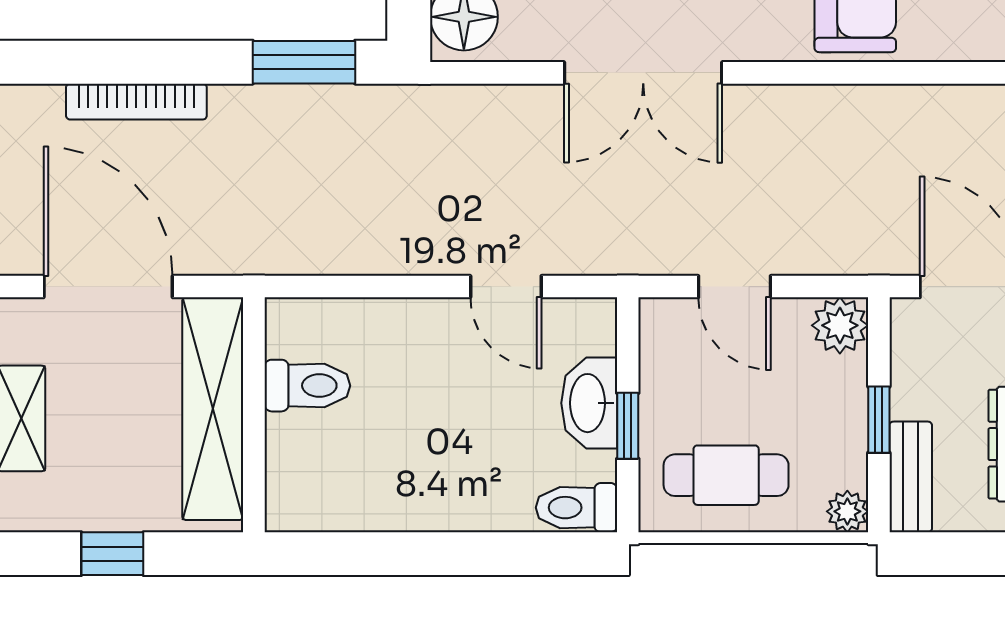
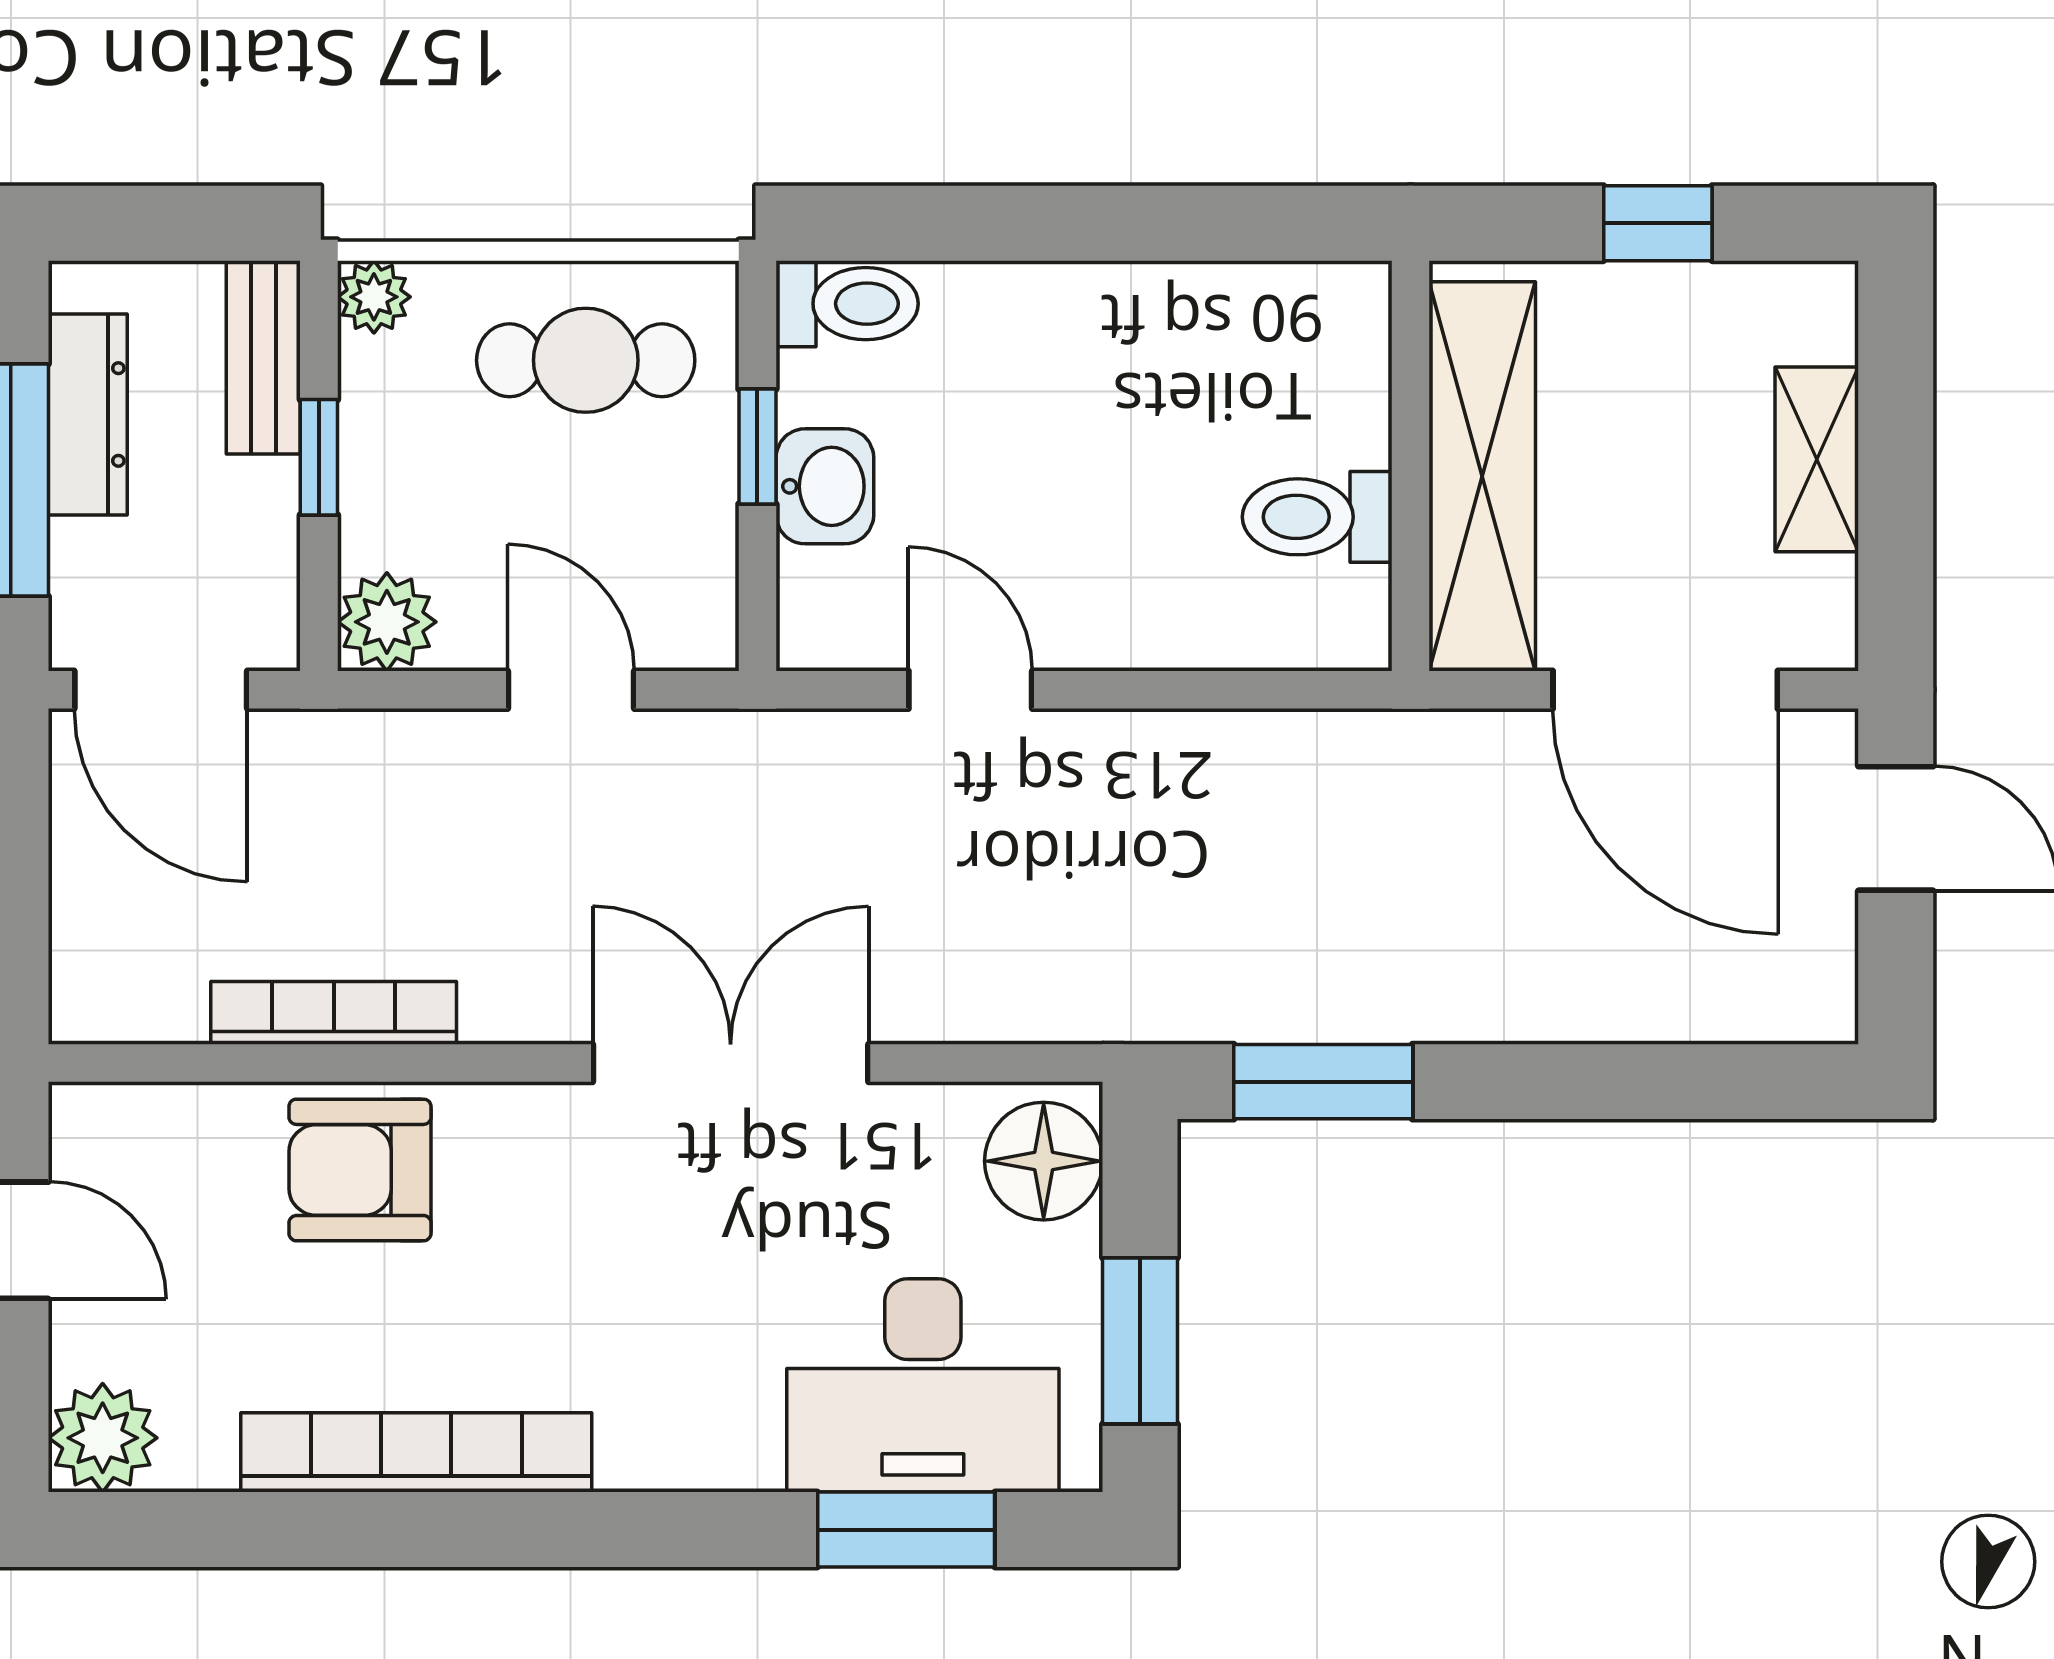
bookcase: (136, 102) -> (334, 1013), moved
washbasin: (589, 403) -> (825, 486), width x0.72

